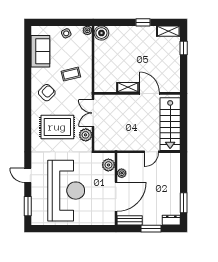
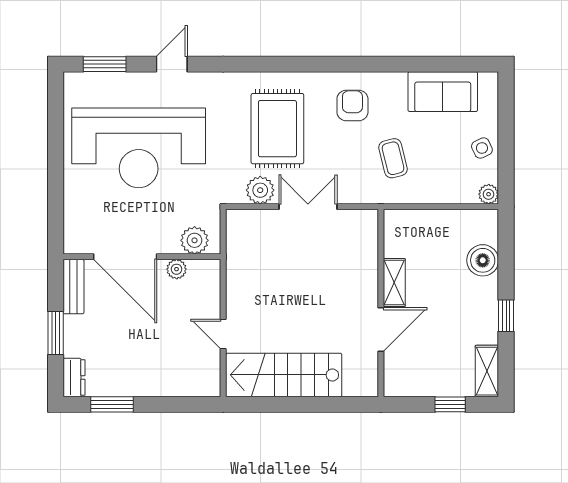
boiler: (101, 33) -> (483, 260), moved
shelving: (128, 87) -> (394, 283), moved
armchair: (47, 93) -> (352, 105), turned -135
wall: (137, 93) -> (381, 303), moved
door: (149, 93) -> (381, 330), moved

